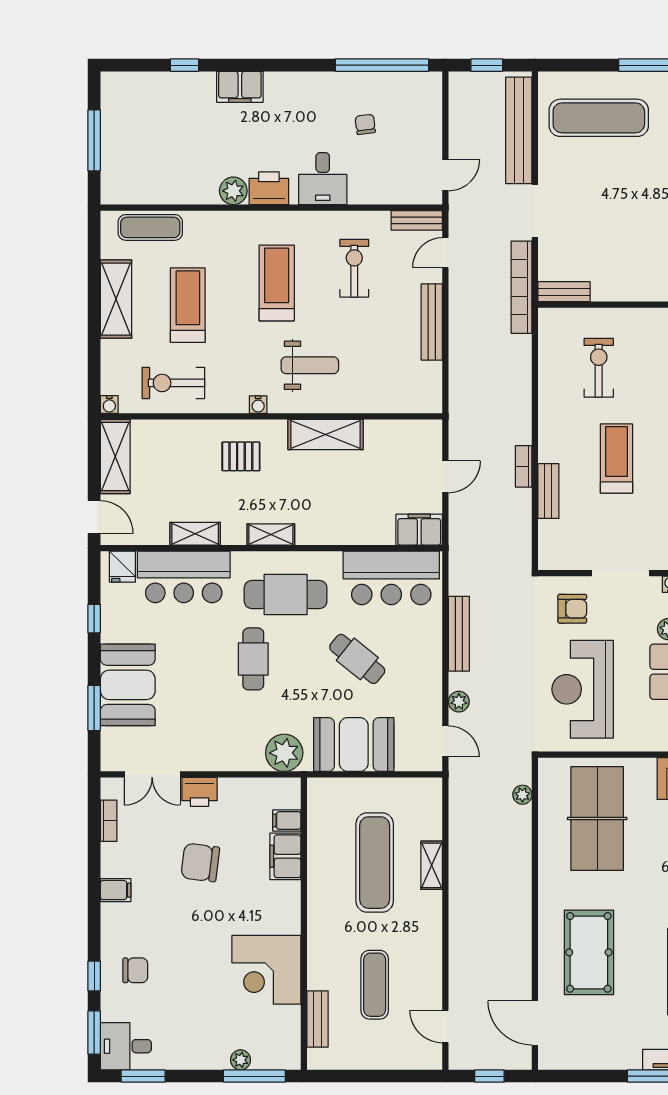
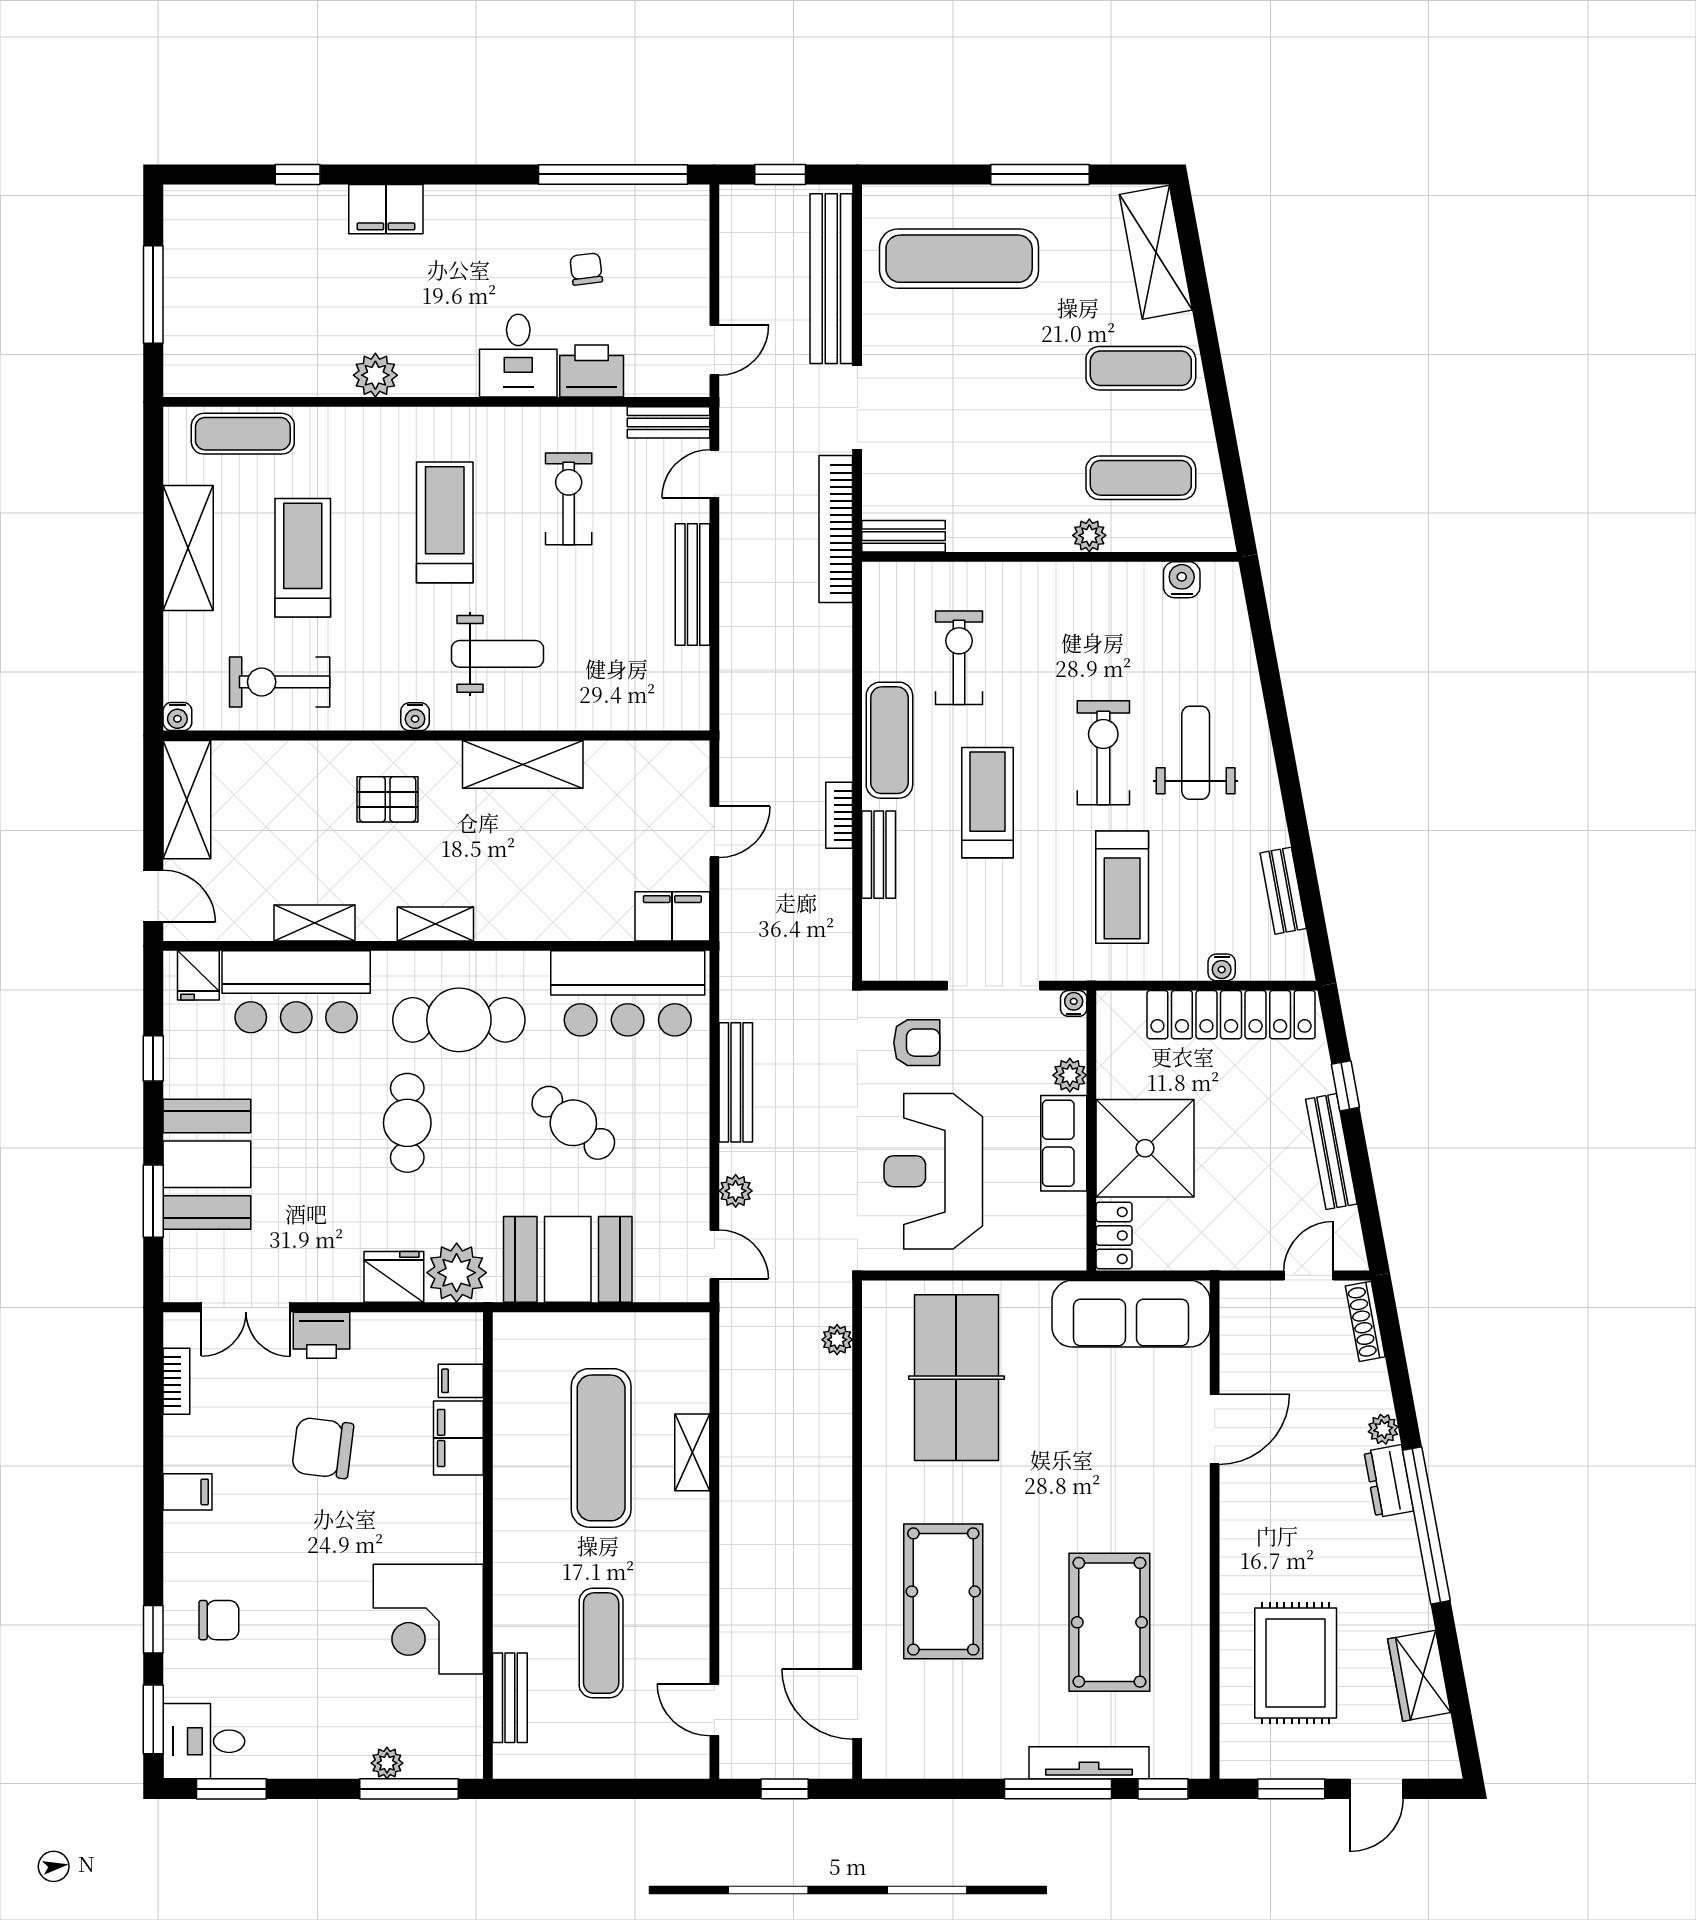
printer: (269, 188) -> (592, 371), moved
exercise mat: (555, 419) -> (889, 740), added
fridge: (245, 755) -> (394, 1277), added

